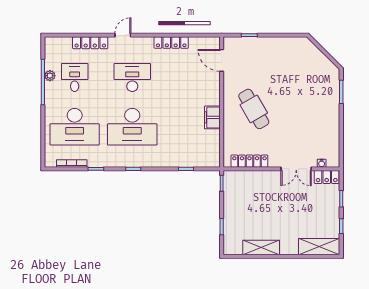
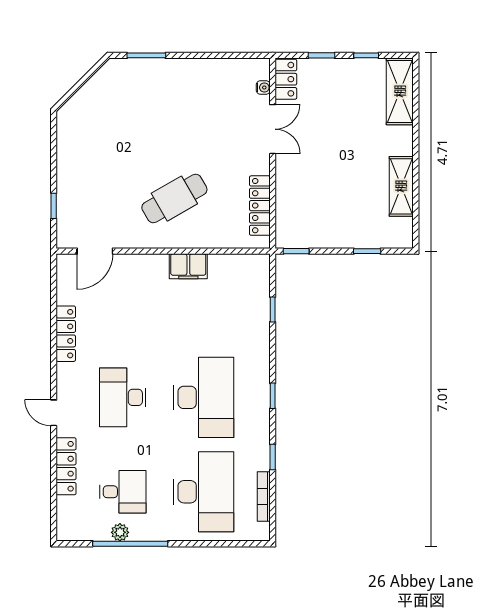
desk: (75, 77) -> (123, 492), turned 180

